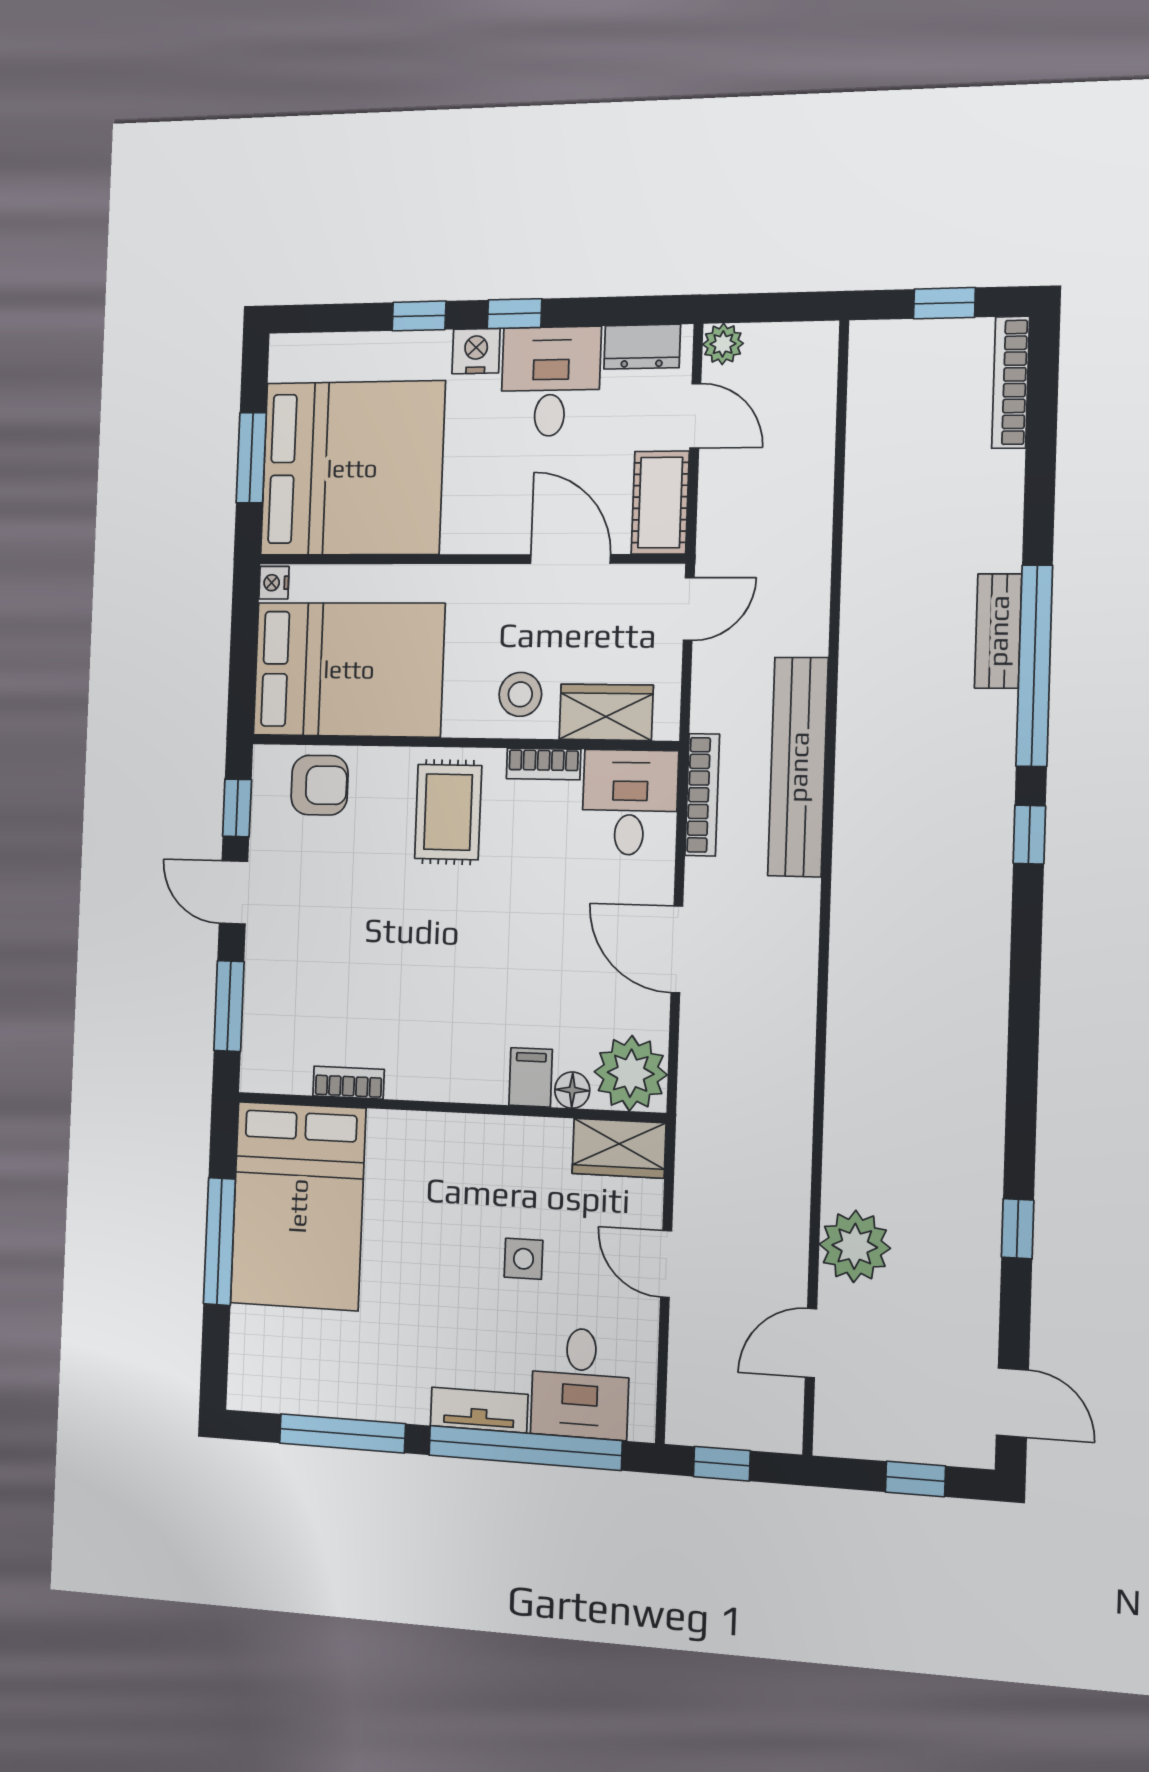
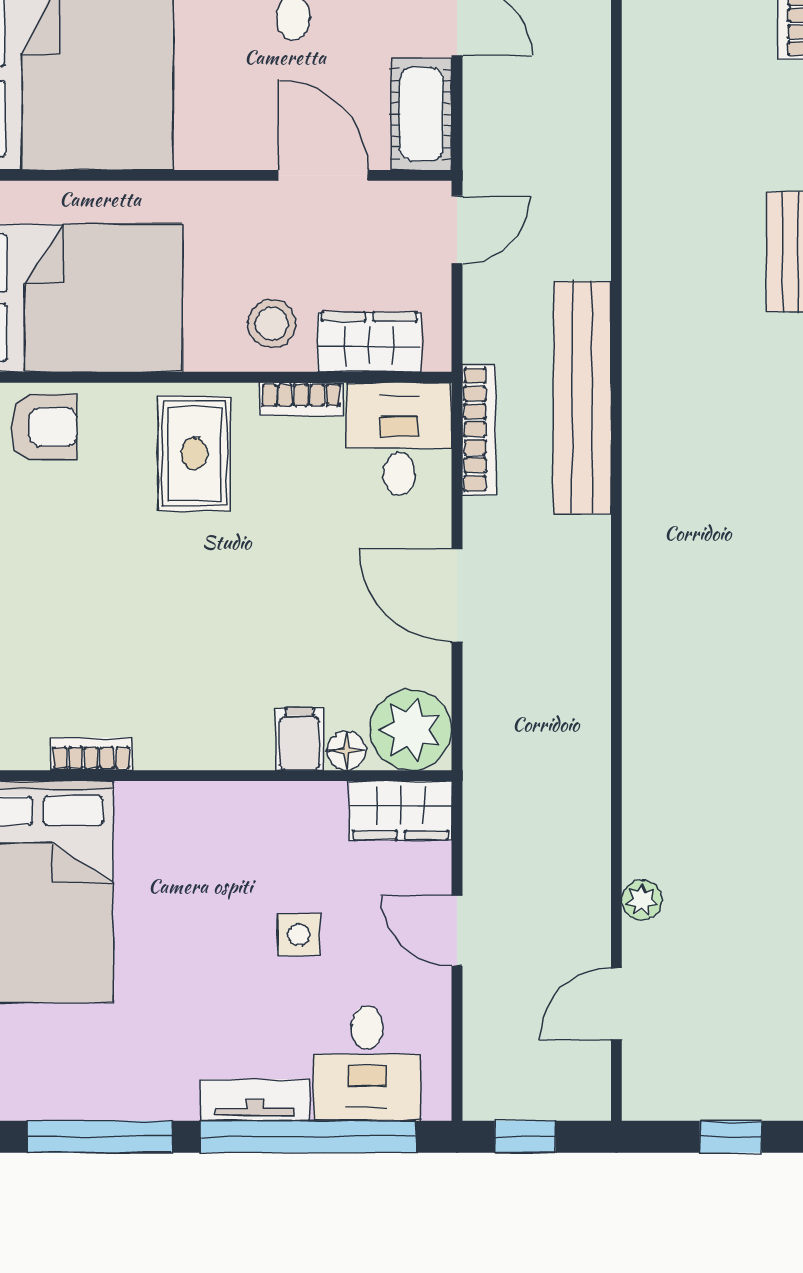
plant: (855, 1246) -> (642, 900), width x0.53, depth x0.53

